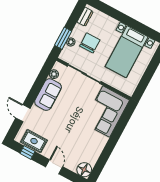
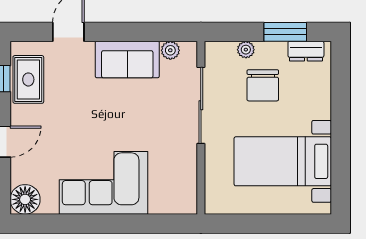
window: (63, 38) -> (285, 32), moved
chair: (90, 43) -> (263, 85), turned 90
corner sofa: (106, 112) -> (104, 183), moved

